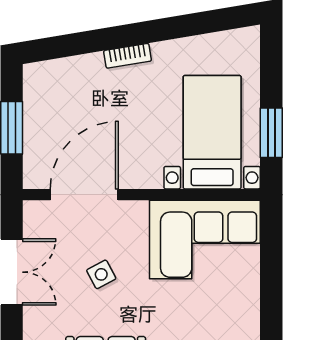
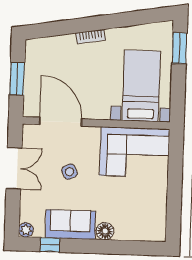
window: (271, 133) -> (179, 48), moved
door: (84, 195) -> (61, 122), hinge flipped

